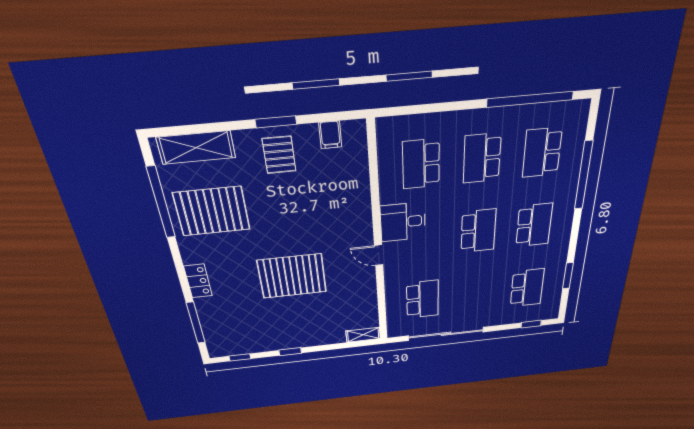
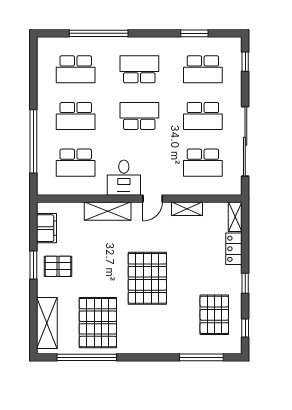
window: (530, 99) -> (33, 141), moved
filing cabinet: (330, 135) -> (46, 228), width x2.00
shelving: (360, 208) -> (108, 211), added
pallet: (292, 276) -> (147, 278), moved
locker: (198, 281) -> (234, 249), moved, turned -90
school desk: (527, 288) -> (203, 69), turned 180
shelving: (369, 290) -> (187, 209), added
school desk: (475, 294) -> (203, 116), added
school desk: (423, 299) -> (203, 163), turned 180
pallet: (249, 329) -> (214, 315), added

